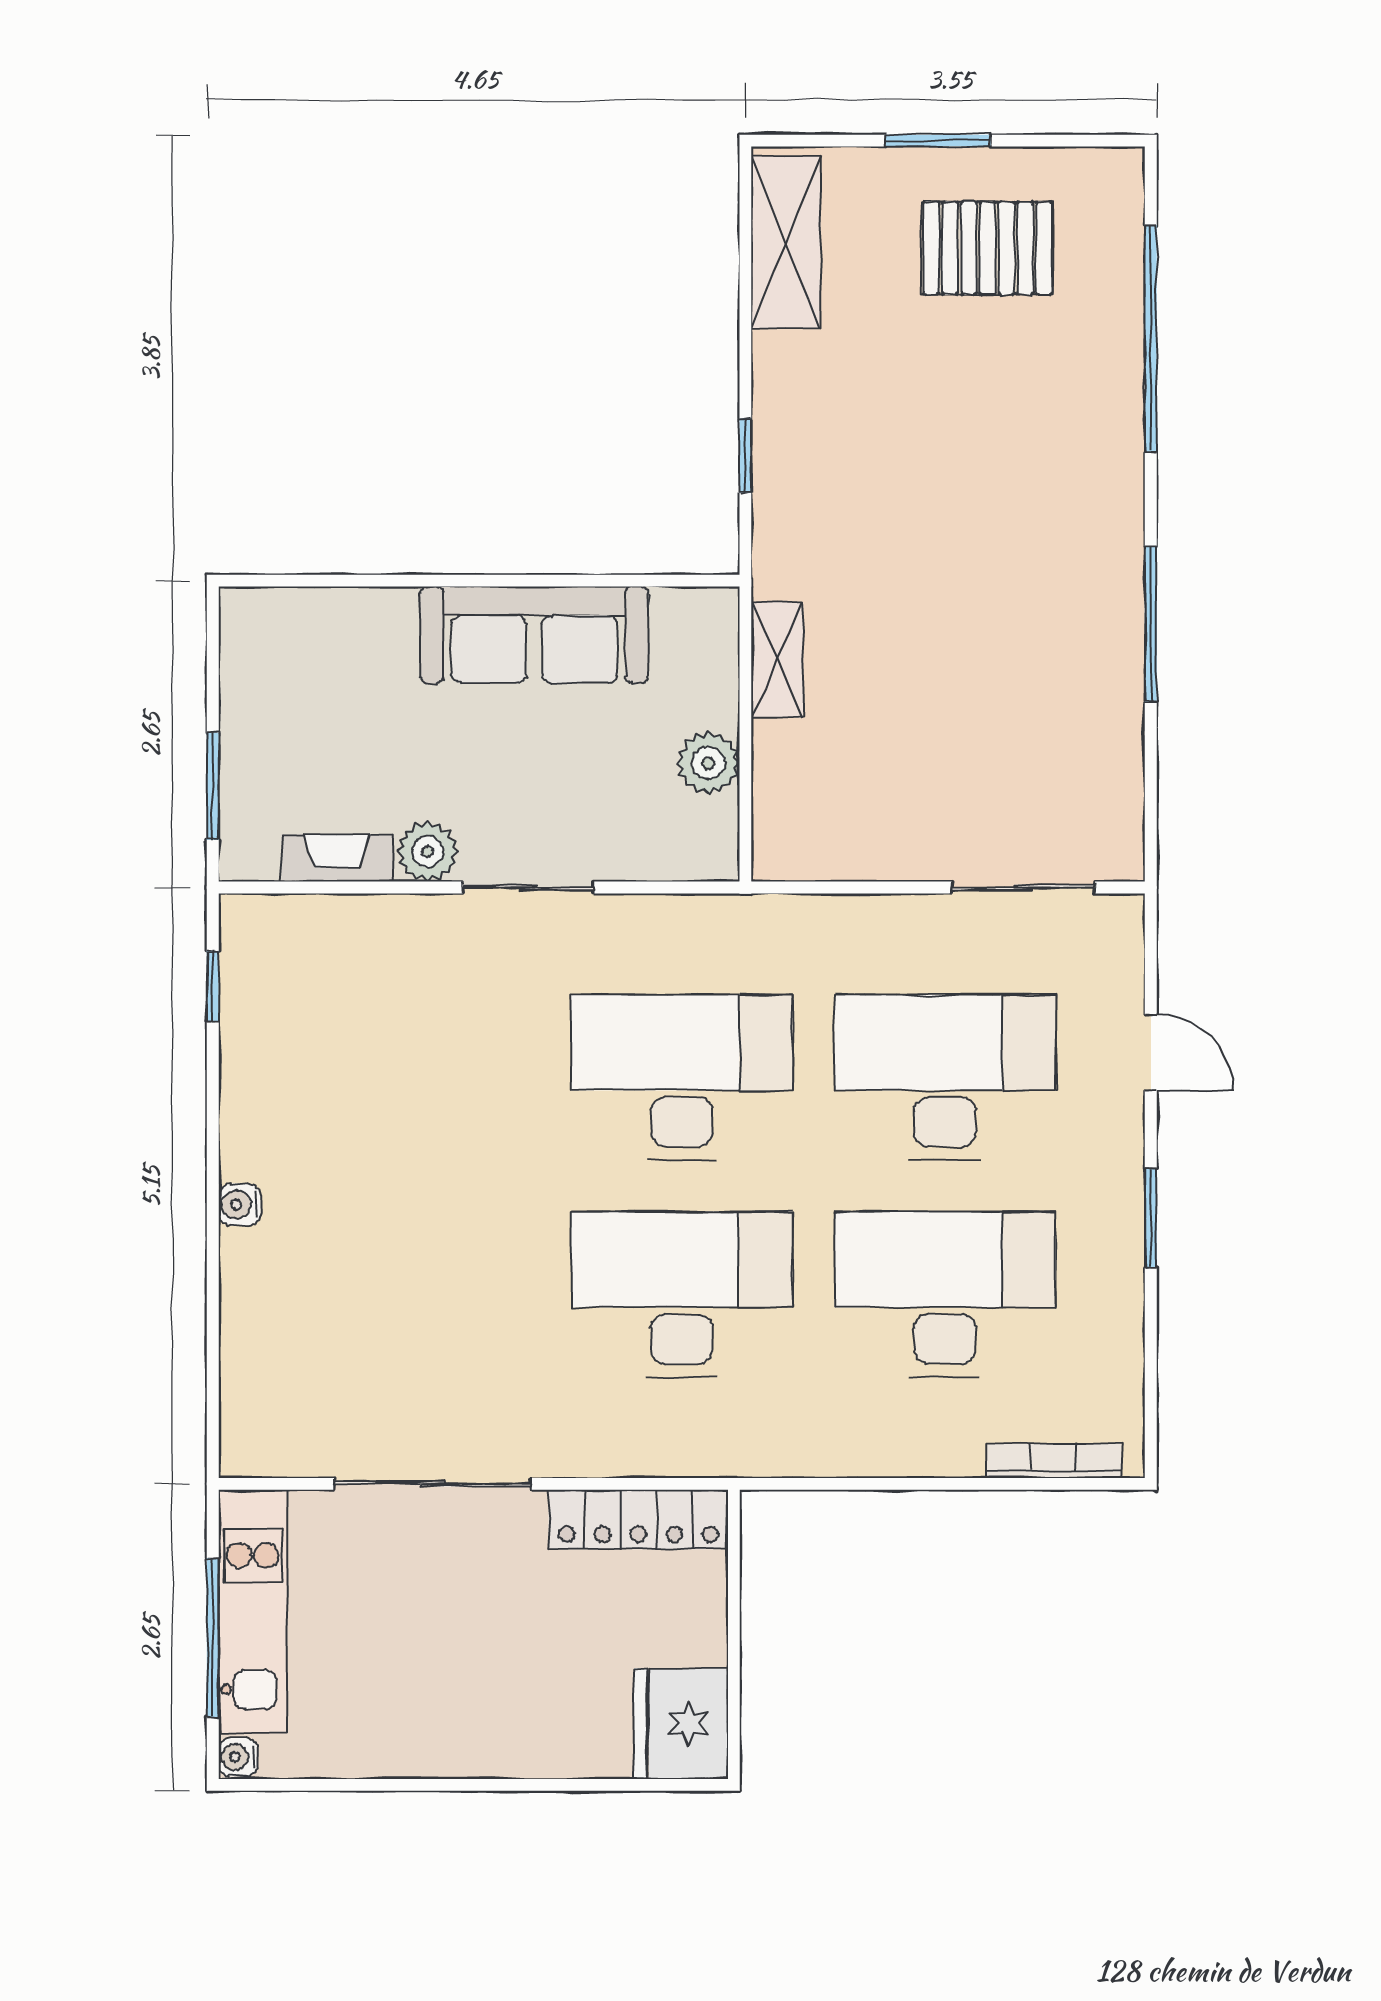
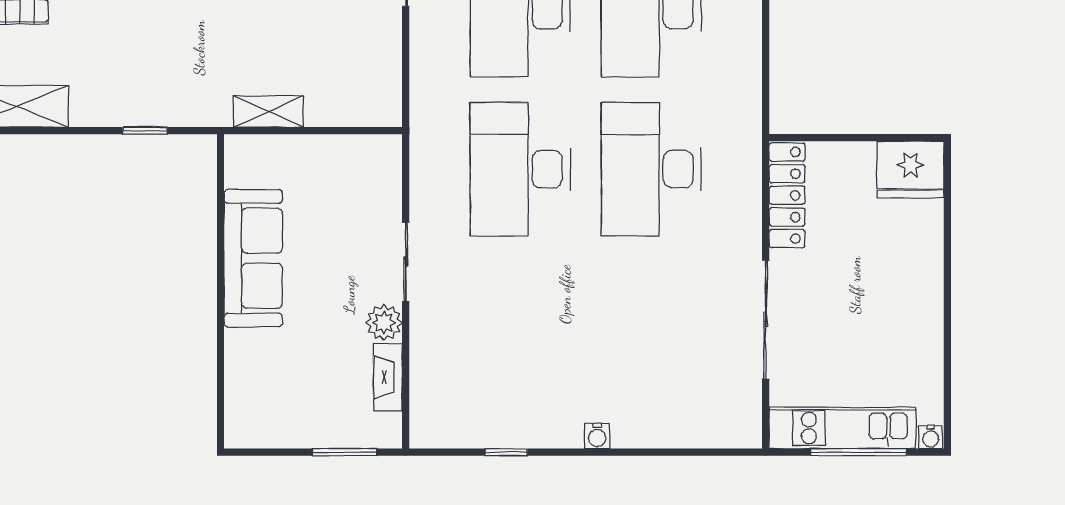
plant: (708, 763) -> (331, 153), removed
window: (213, 986) -> (506, 452), moved

